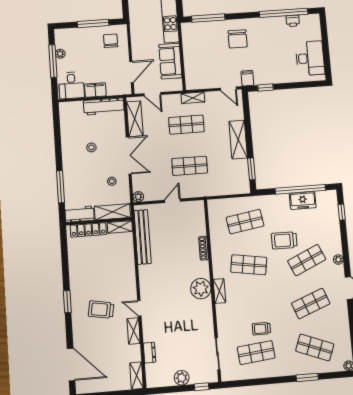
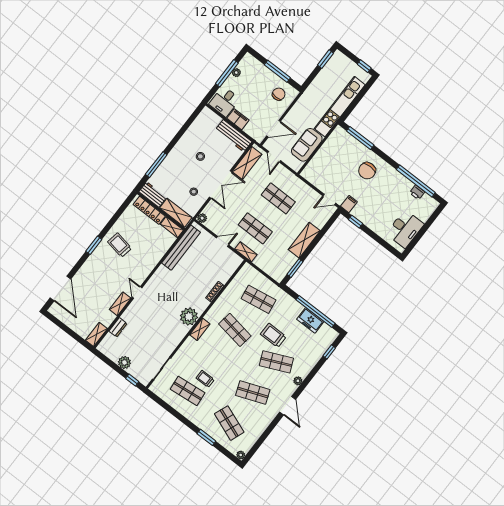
door: (228, 89) -> (329, 199), hinge flipped
shelving: (193, 98) -> (246, 252), moved
trolley: (101, 310) -> (120, 245), moved

